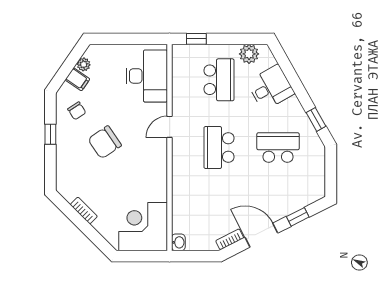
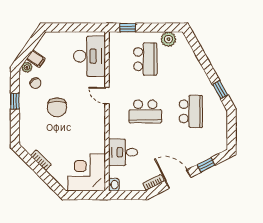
plant: (84, 64) -> (27, 67), moved
desk: (271, 88) -> (123, 152), moved, turned -151
door: (169, 127) -> (107, 95), hinge flipped
chair: (105, 142) -> (57, 107), turned -56
school desk: (219, 148) -> (145, 111), turned -90
school desk: (278, 148) -> (191, 111), turned 90

